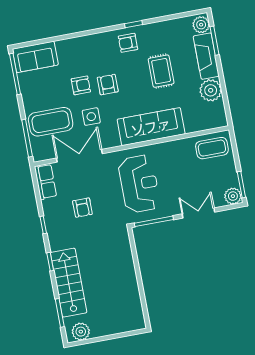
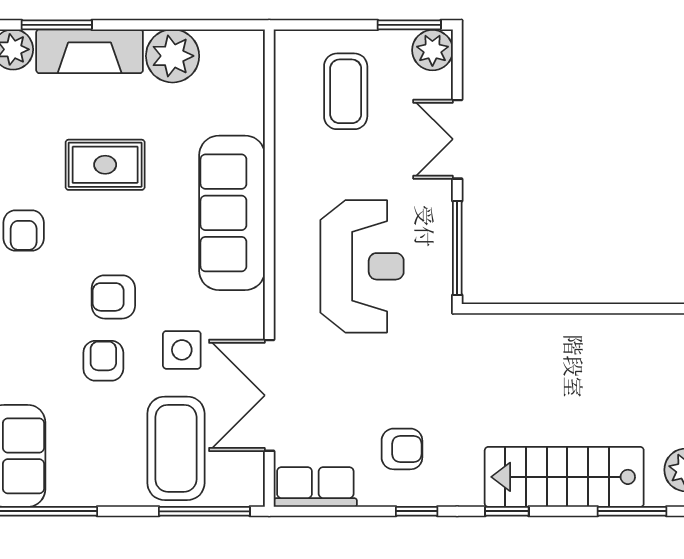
coffee table: (212, 148) -> (346, 91), moved
reception desk: (139, 184) -> (362, 266), turned 90
armchair: (82, 208) -> (402, 449), moved

